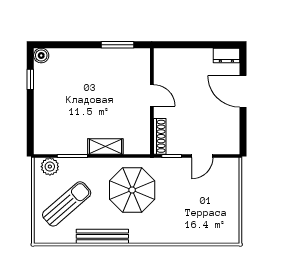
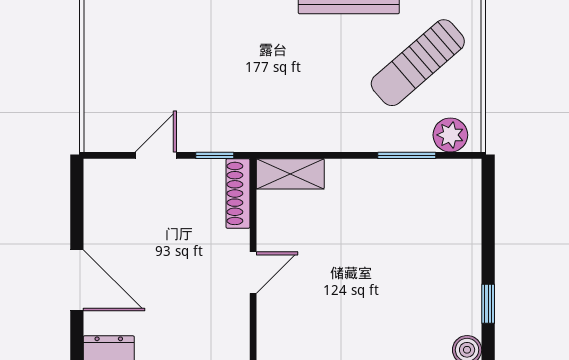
door: (152, 95) -> (253, 273), swing flipped
shelving: (105, 146) -> (290, 174), moved
parasol: (132, 190) -> (291, 90), removed

